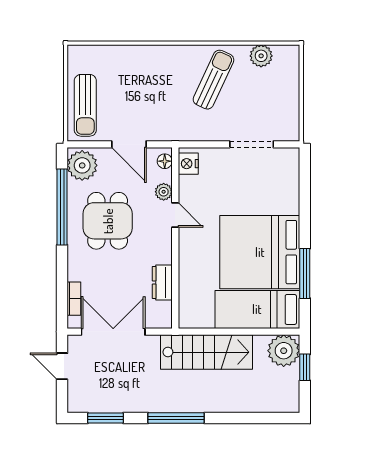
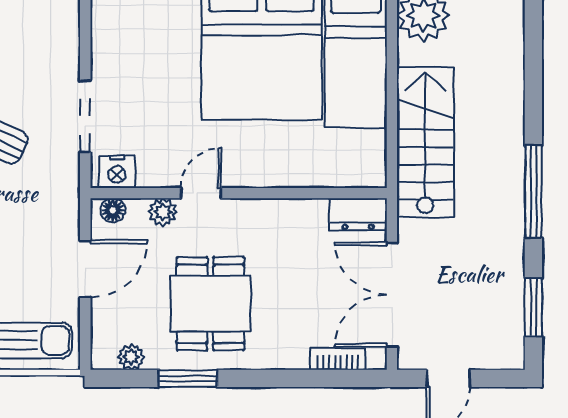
doorway: (252, 144) -> (85, 116), moved
plant: (82, 165) -> (131, 357), width x0.53, depth x0.53
window: (62, 207) -> (188, 378), width x0.47
dining table: (108, 221) -> (210, 304), turned 90
dresser: (162, 282) -> (358, 214), moved

